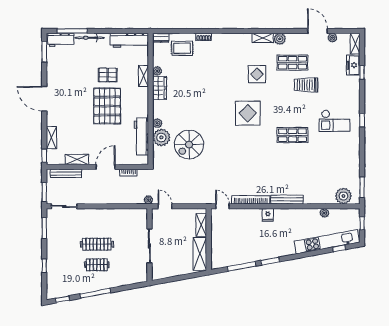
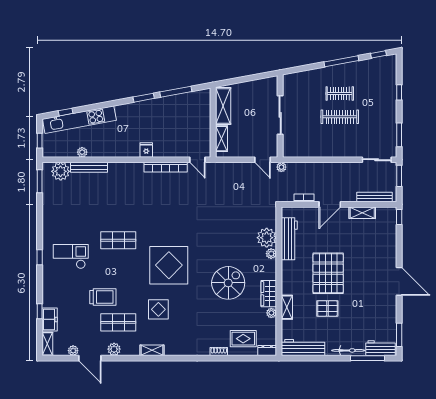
plant: (280, 39) -> (114, 349), moved
display table: (248, 113) -> (169, 265), width x1.36, depth x1.36
shelving: (51, 138) -> (391, 237), removed
spiral stairs: (189, 144) -> (228, 283), moved
bench: (287, 200) -> (89, 167), moved

